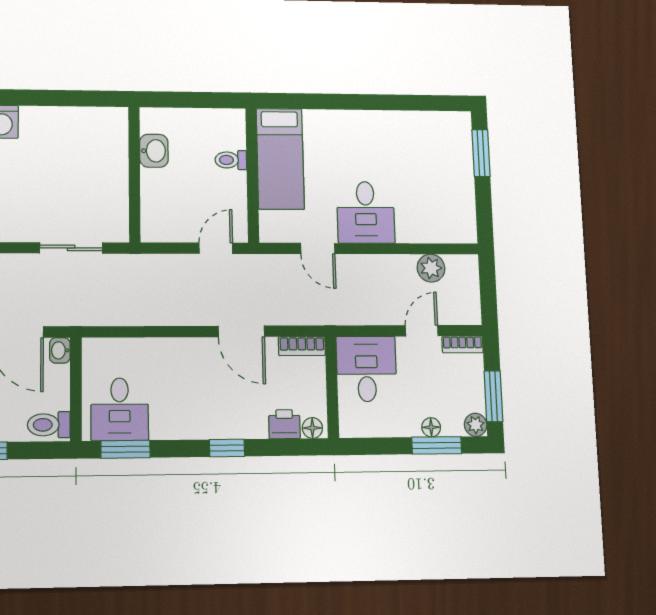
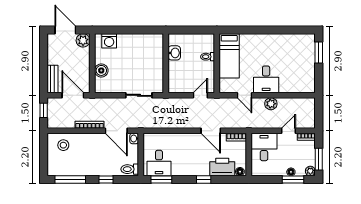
plant: (431, 268) -> (271, 104), moved
printer: (284, 424) -> (222, 167), width x1.87, depth x1.48

